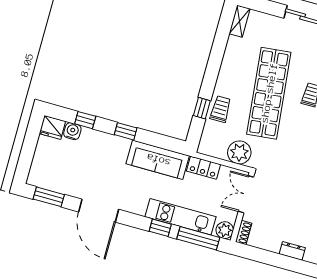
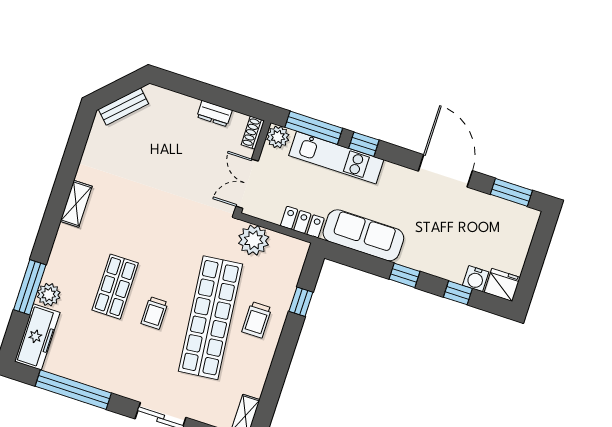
trolley: (221, 109) -> (257, 320), moved
double door: (246, 194) -> (247, 184), swing flipped
dresser: (292, 251) -> (214, 114), moved

